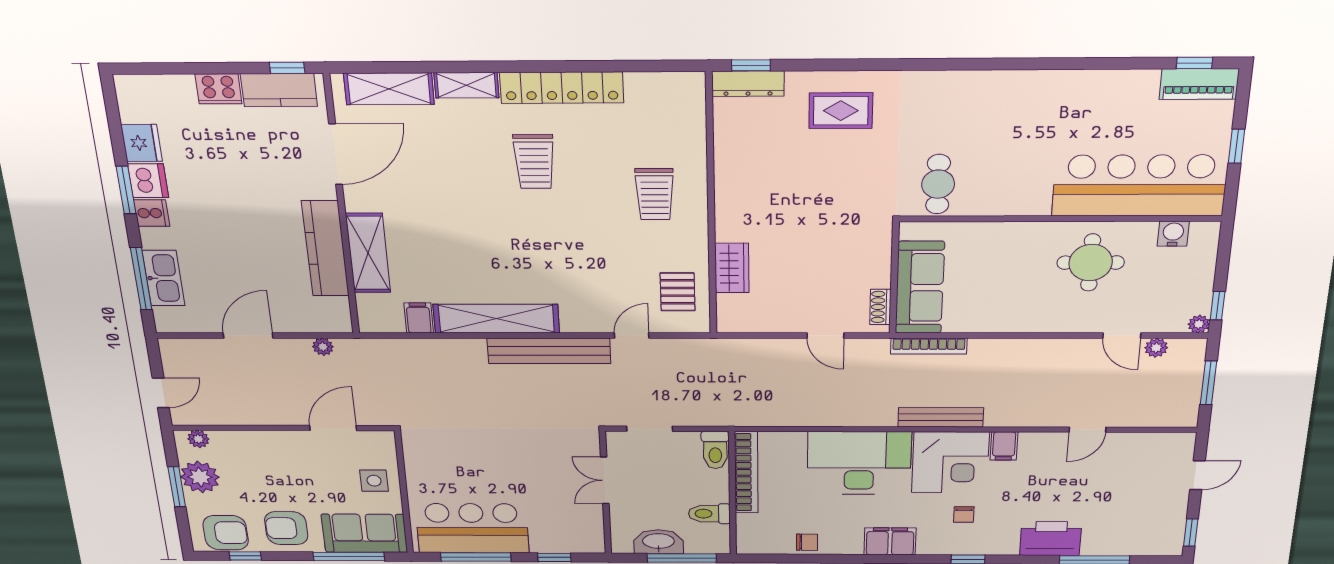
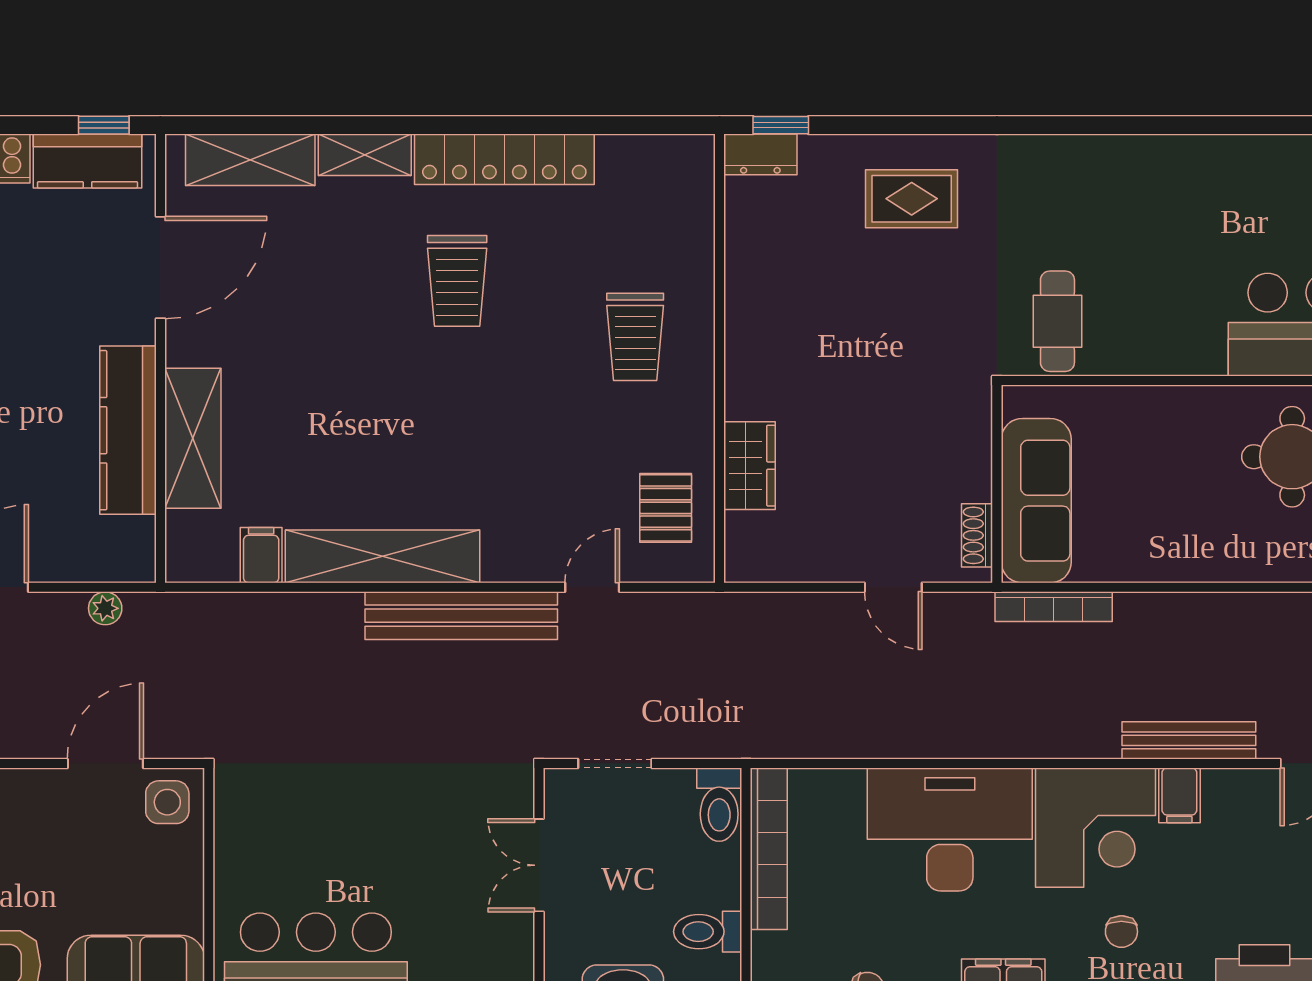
dresser: (748, 84) -> (760, 154), width x0.70
bench: (941, 417) -> (1189, 740), moved
side table: (374, 481) -> (167, 802), moved

